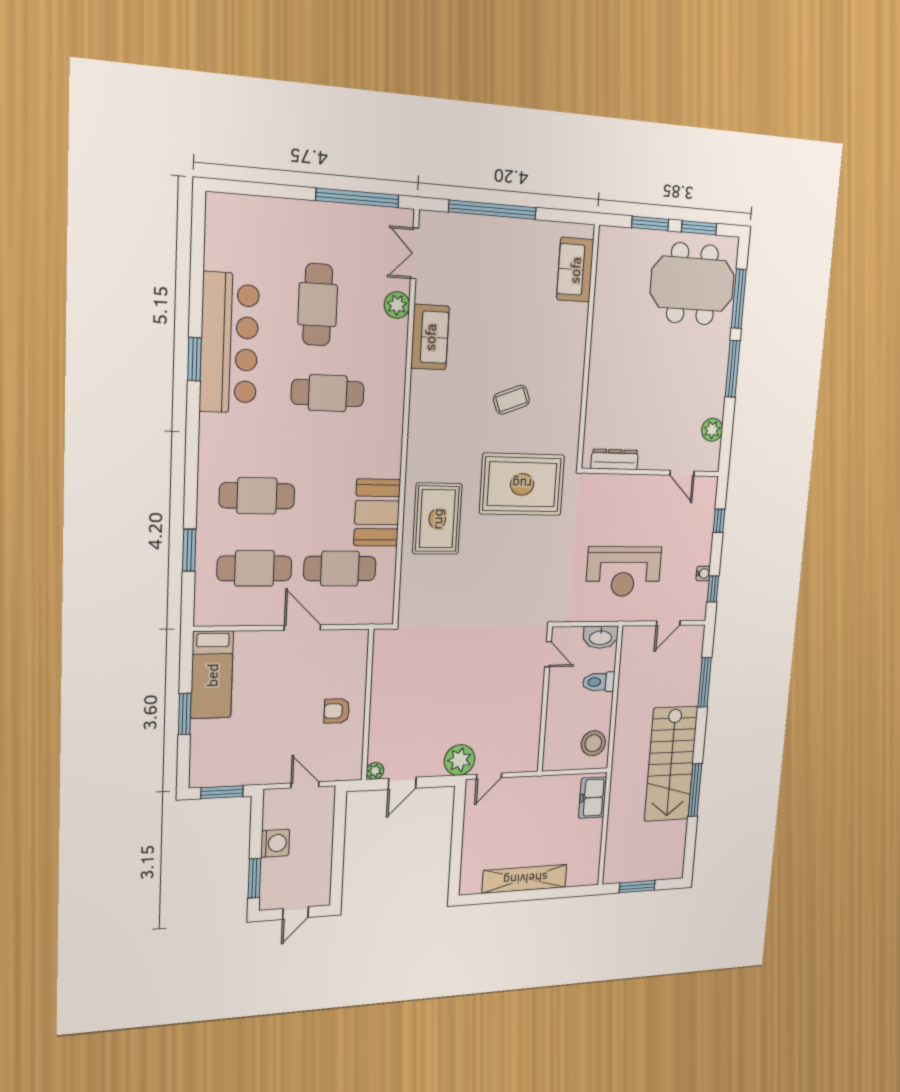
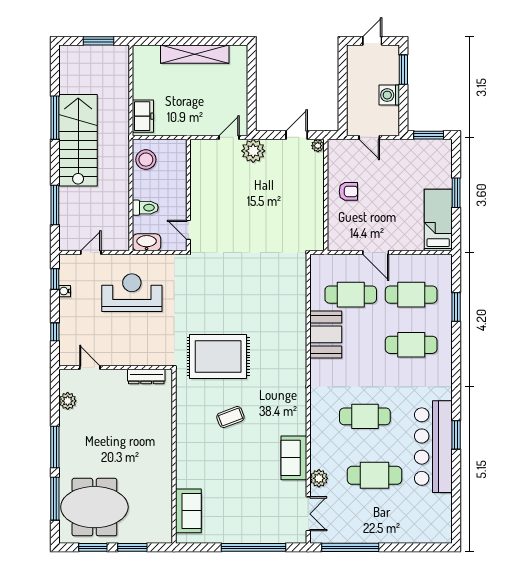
cafe table: (318, 305) -> (374, 475), turned 90
rug: (437, 519) -> (281, 331), removed

